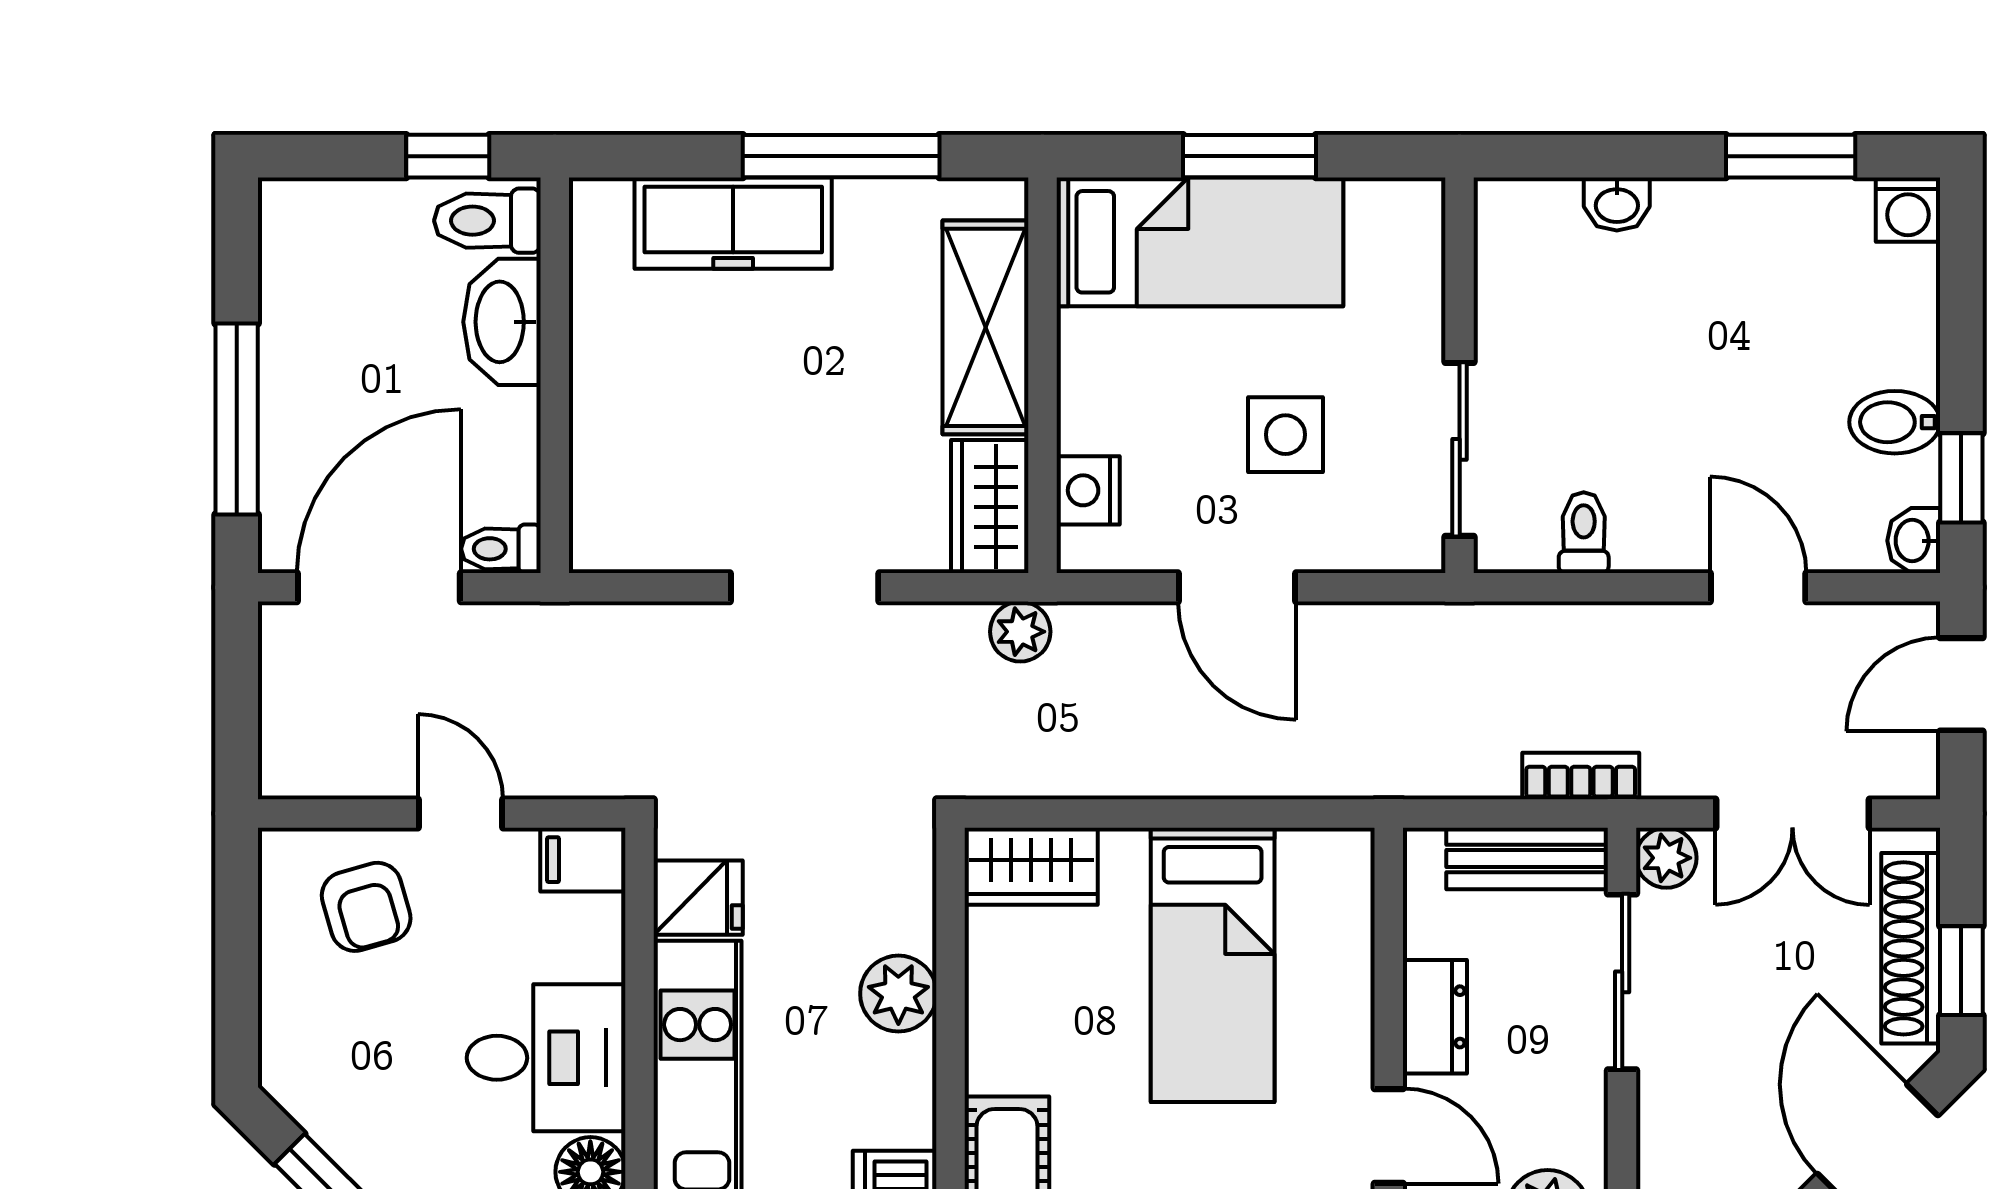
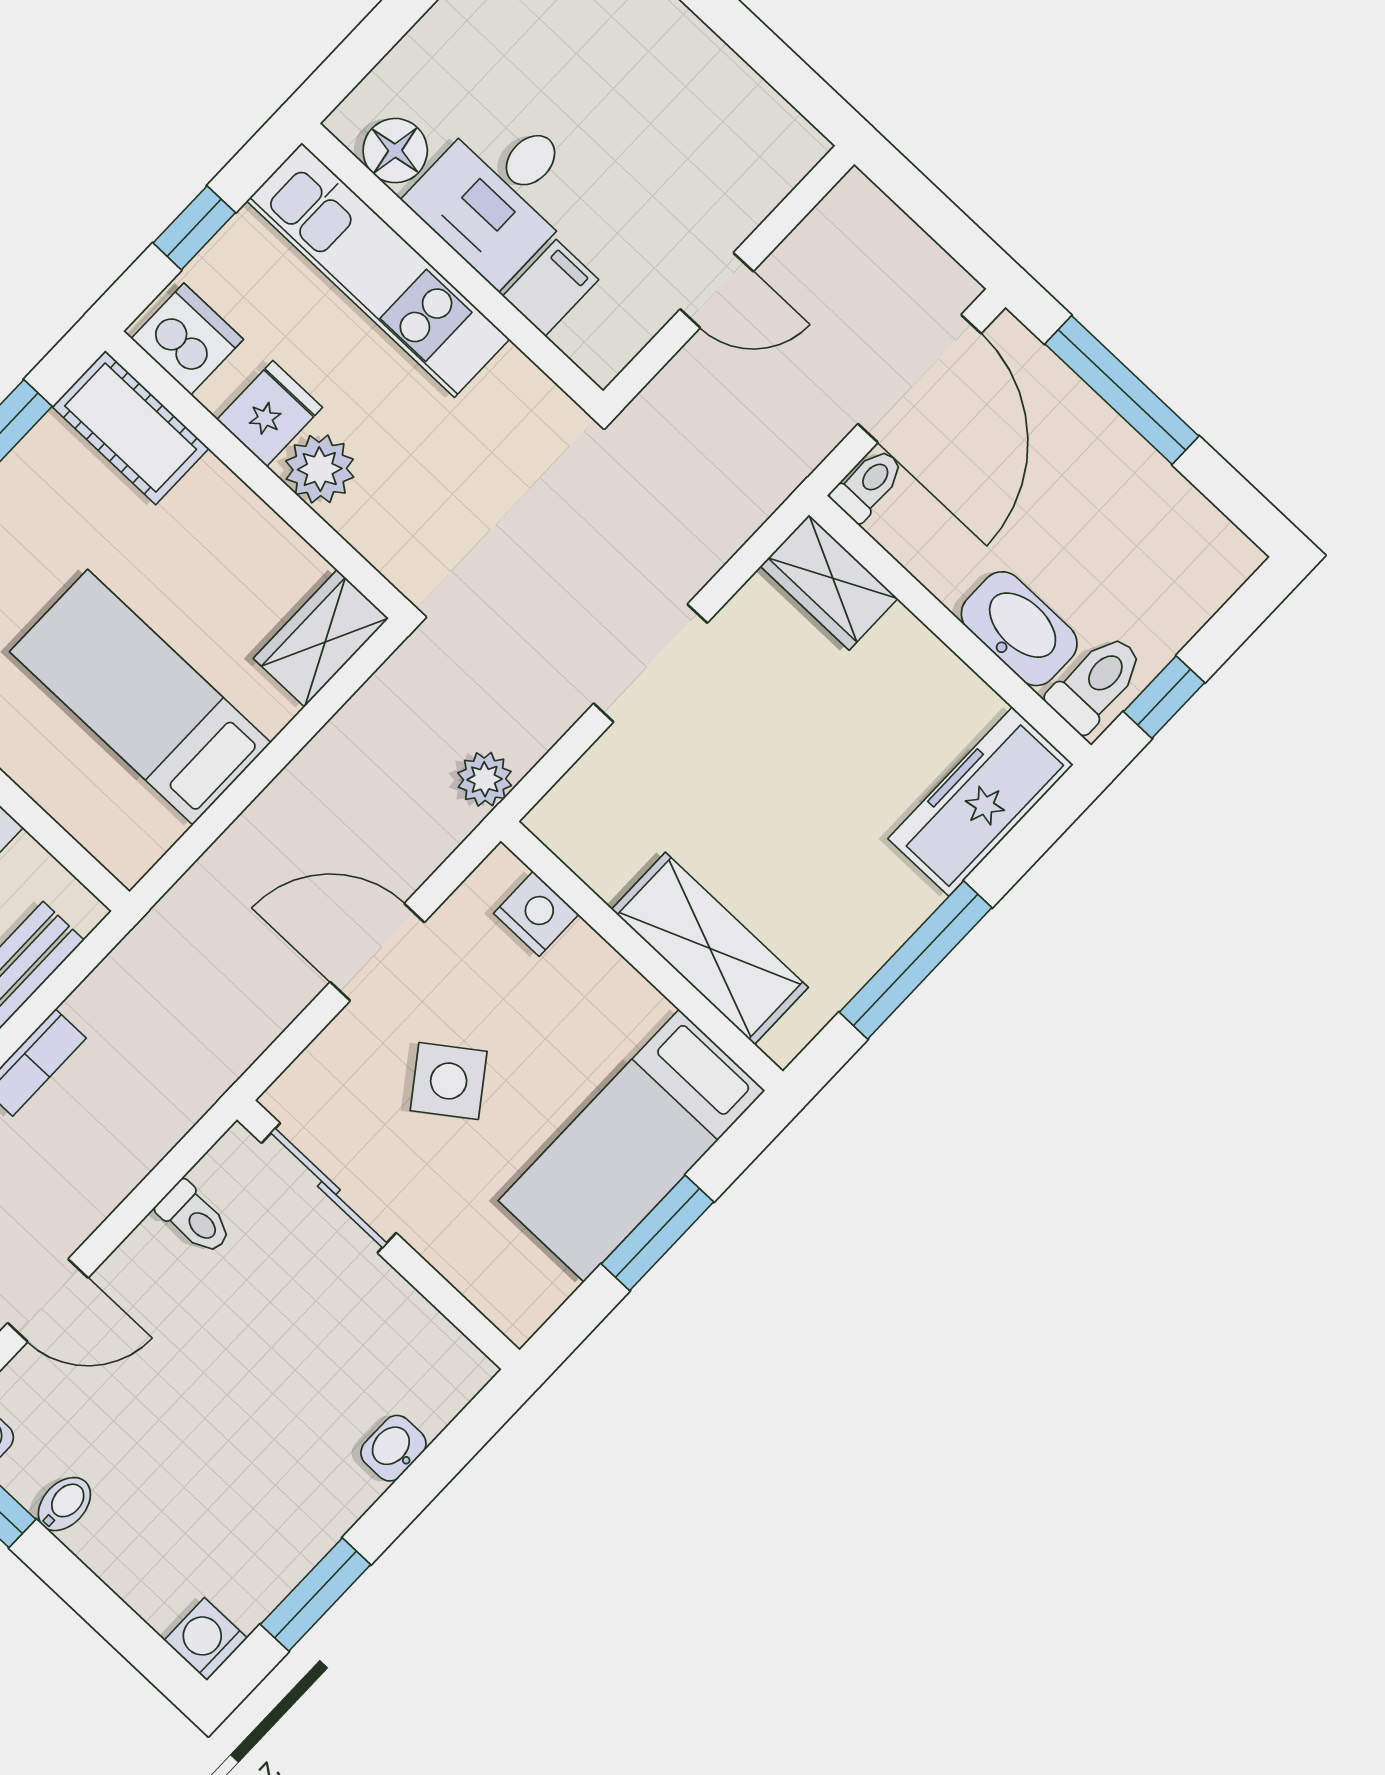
freezer: (733, 223) -> (981, 802), moved
bidet: (1895, 422) -> (64, 1504), width x0.72, depth x0.74
side table: (1286, 435) -> (449, 1081), turned -36
wardrobe: (990, 507) -> (829, 582), moved, turned 180
filing cabinet: (583, 860) -> (551, 288), moved
fridge: (698, 898) -> (270, 414), moved, turned 180
armchair: (366, 907) -> (714, 168), removed

